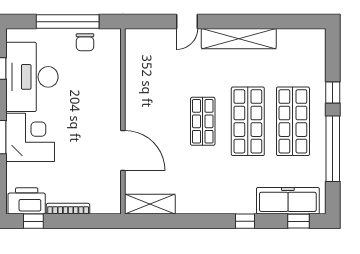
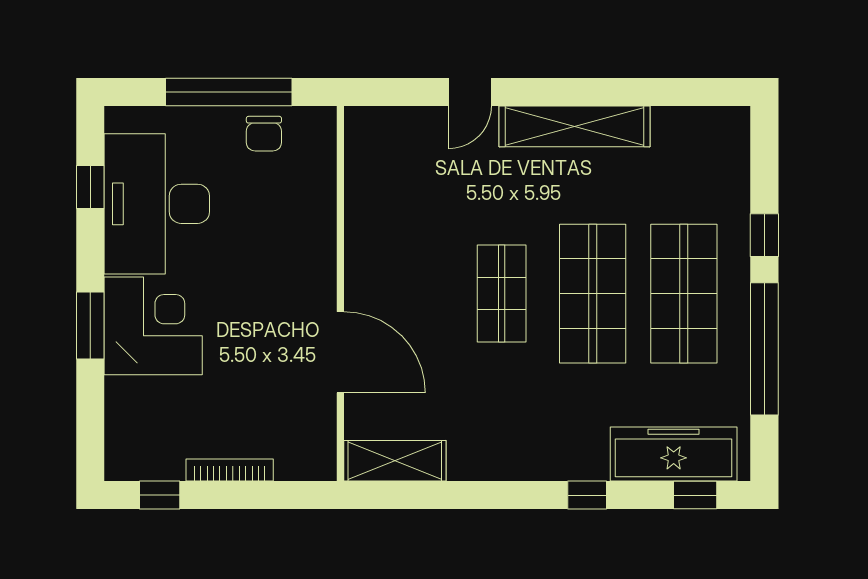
printer: (27, 201) -> (146, 454), removed

